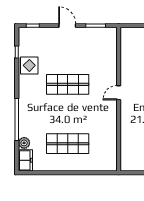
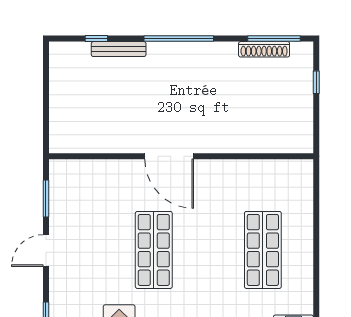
door: (119, 93) -> (169, 156), width x1.87

